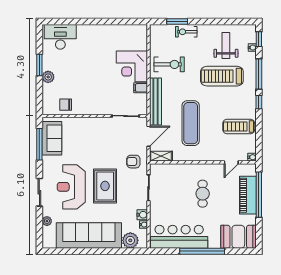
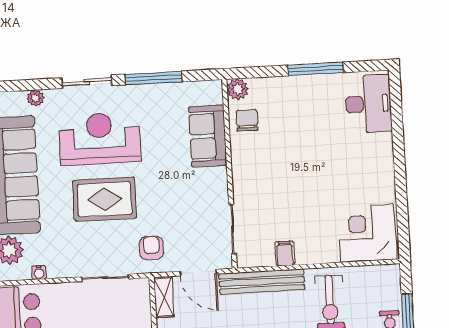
window: (39, 65) -> (316, 69), width x1.44
corner desk: (132, 66) -> (367, 233), moved
plant: (48, 77) -> (238, 89), moved
sofa: (52, 138) -> (208, 136), moved, turned 90
window: (39, 144) -> (153, 78), moved
water cooler: (142, 215) -> (57, 269), removed

